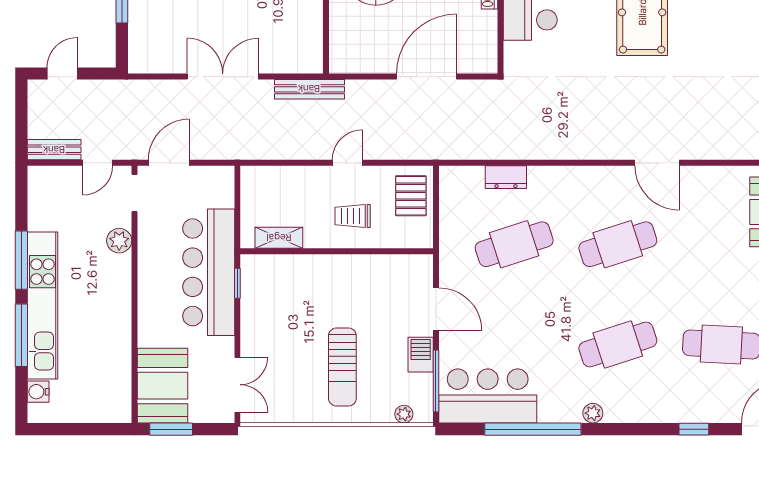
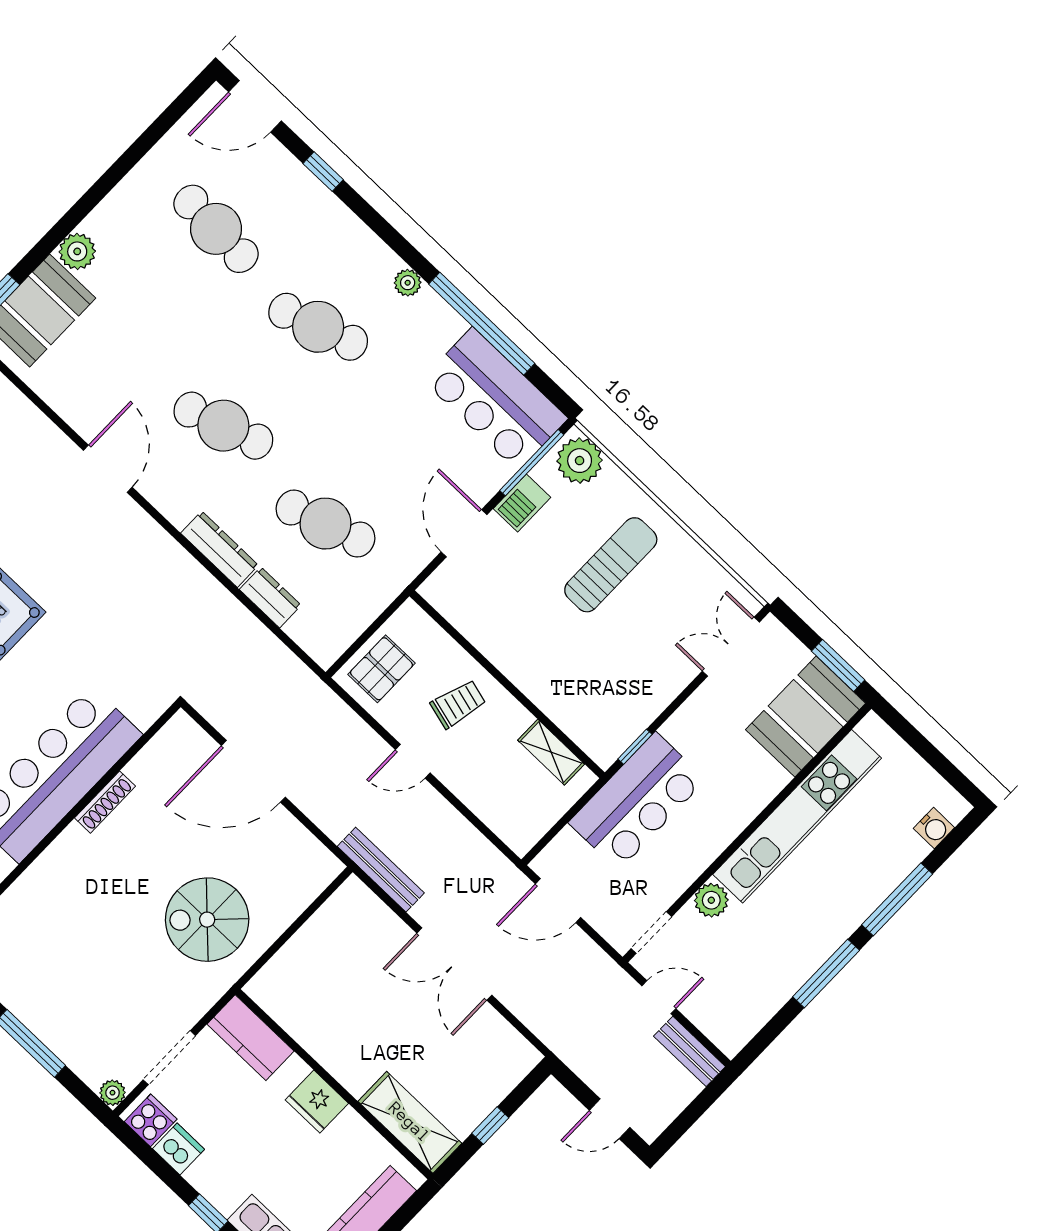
door: (169, 163) -> (558, 901), moved
dresser: (557, 177) -> (220, 549), added
trolley: (353, 216) -> (458, 704), turned -75
bar counter: (209, 272) -> (637, 801), width x0.73
kitchen unit: (43, 305) -> (797, 816), moved, turned 180
plant: (404, 414) -> (580, 461), width x1.87, depth x1.87

